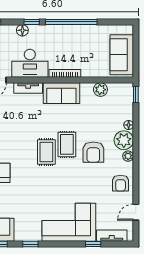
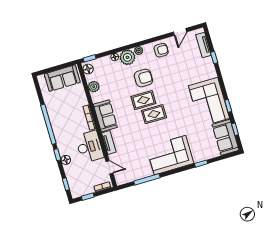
floor lamp: (124, 89) -> (88, 69), added
door: (136, 212) -> (180, 32), hinge flipped
corner sofa: (69, 222) -> (209, 102), moved

